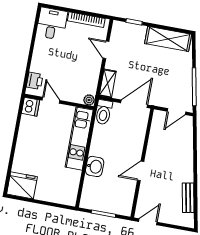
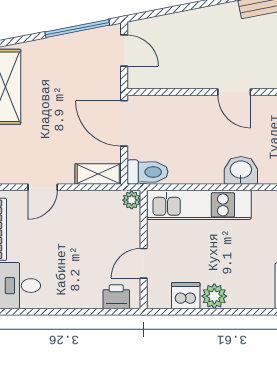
dishwasher: (31, 107) -> (186, 296), moved
plant: (24, 138) -> (214, 296), added

